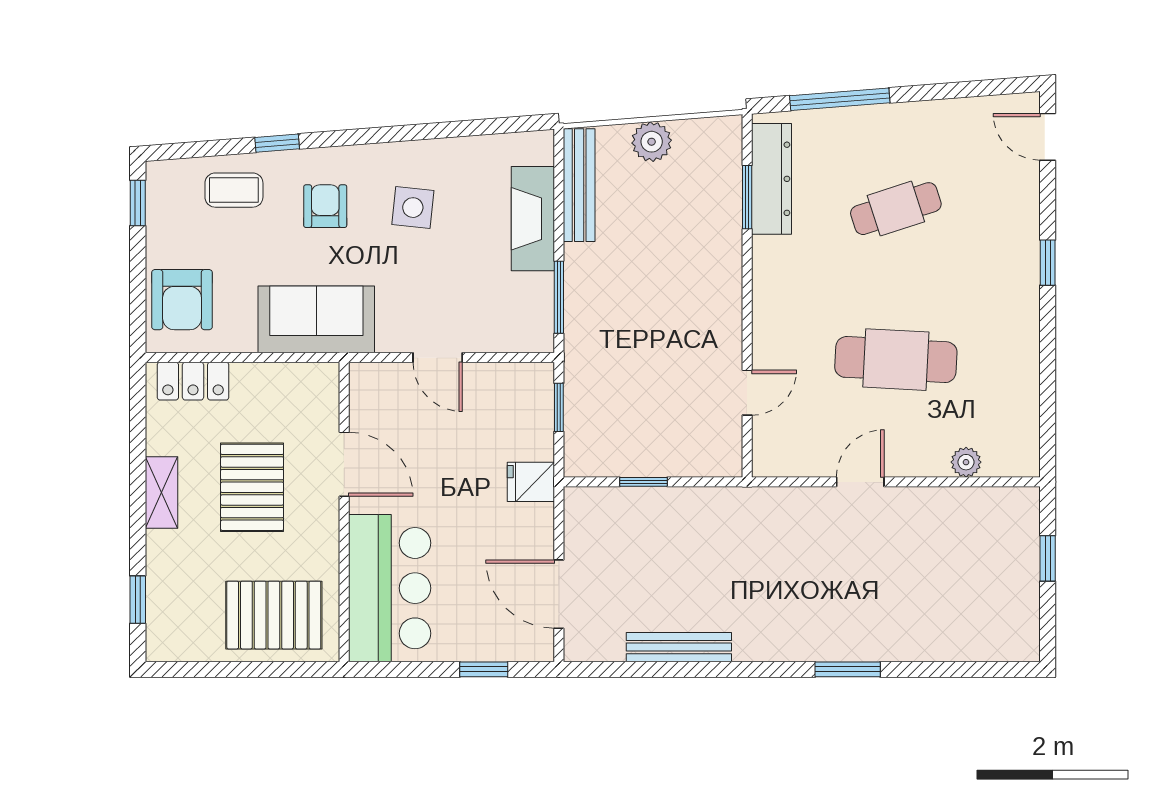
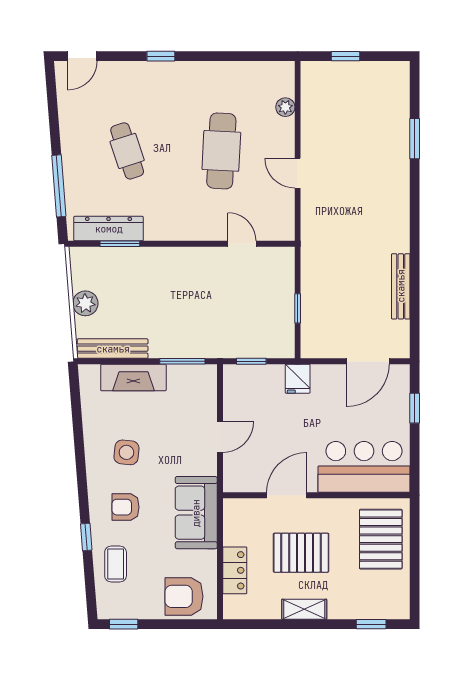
armchair: (182, 300) -> (184, 596), turned 180
locker: (193, 381) -> (235, 570), moved
window: (848, 669) -> (415, 139), moved

